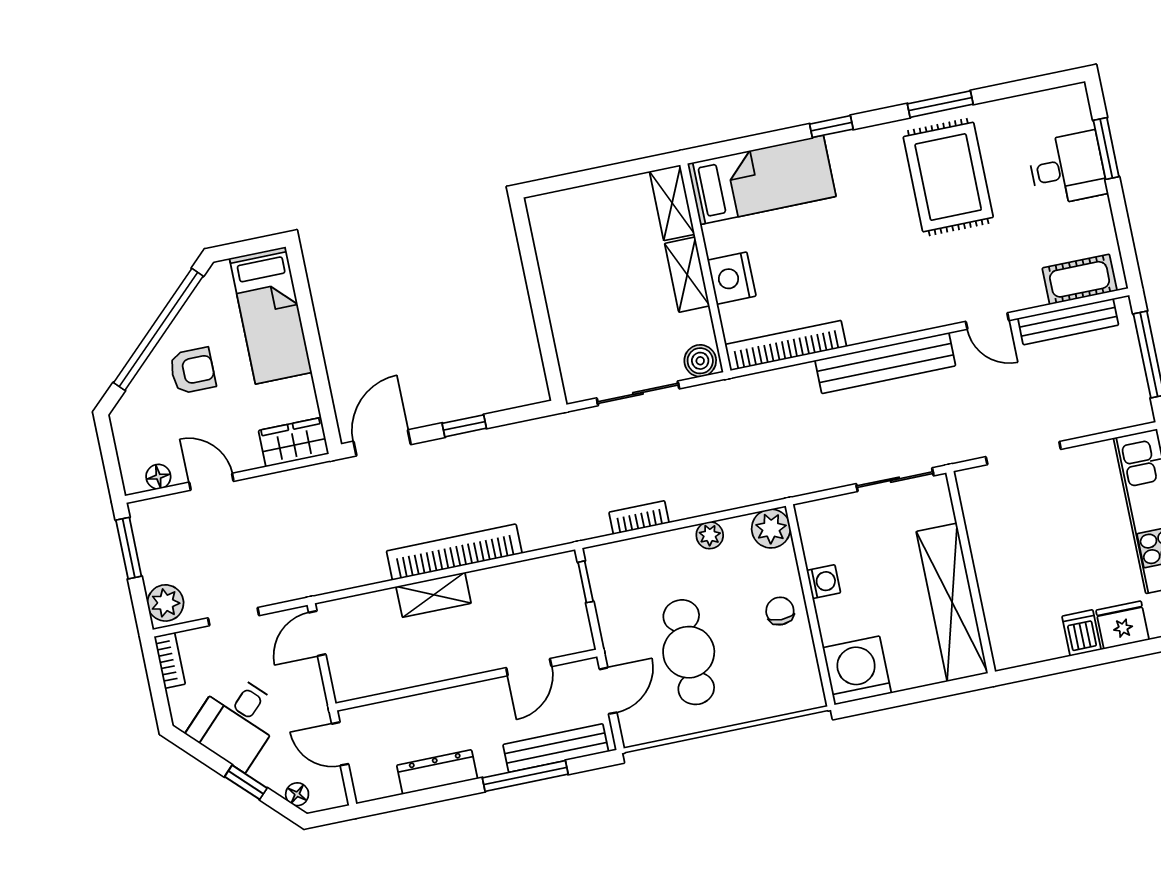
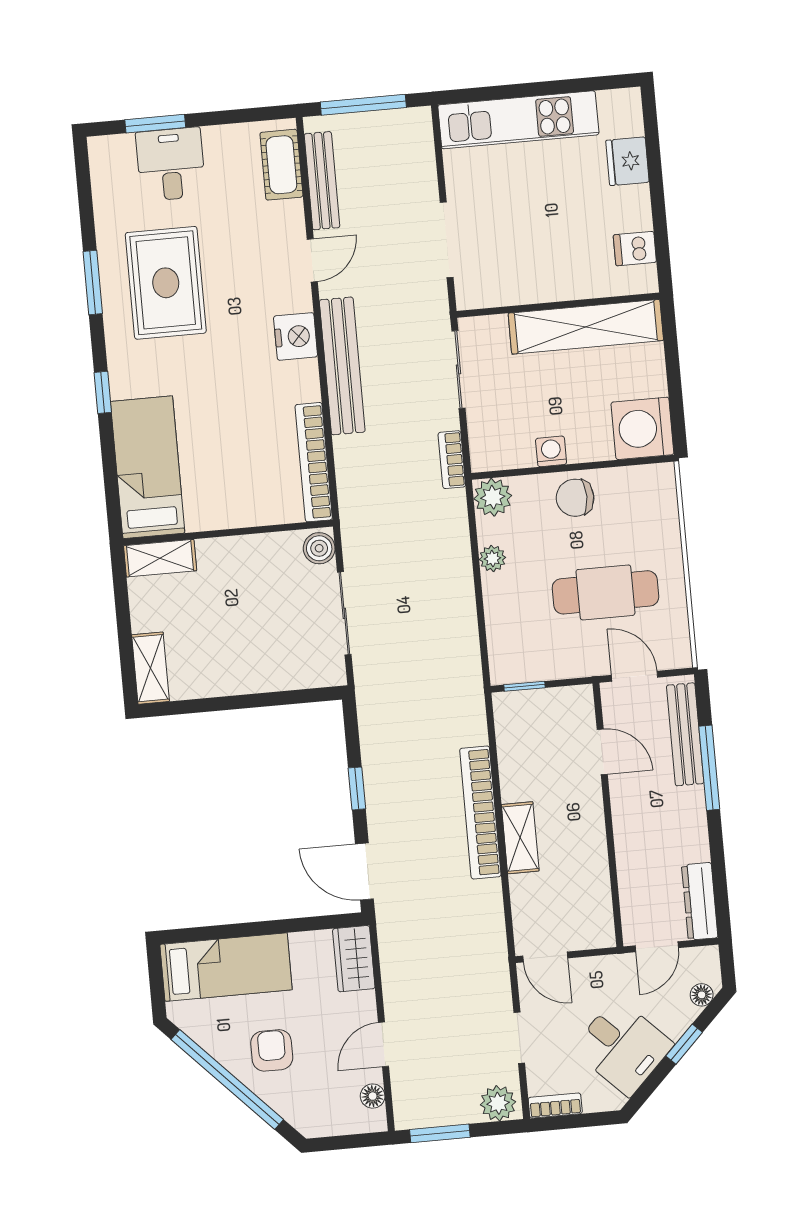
rug: (948, 177) -> (166, 283), turned 90
shelving: (687, 275) -> (150, 668), moved, turned 90
nightstand: (732, 278) -> (296, 336), moved, turned -90
bookcase: (639, 518) -> (452, 460), moved
chair: (780, 611) -> (575, 498), width x1.37, depth x1.37
dishwasher: (1081, 633) -> (635, 249), moved
dresser: (437, 772) -> (700, 901), moved

